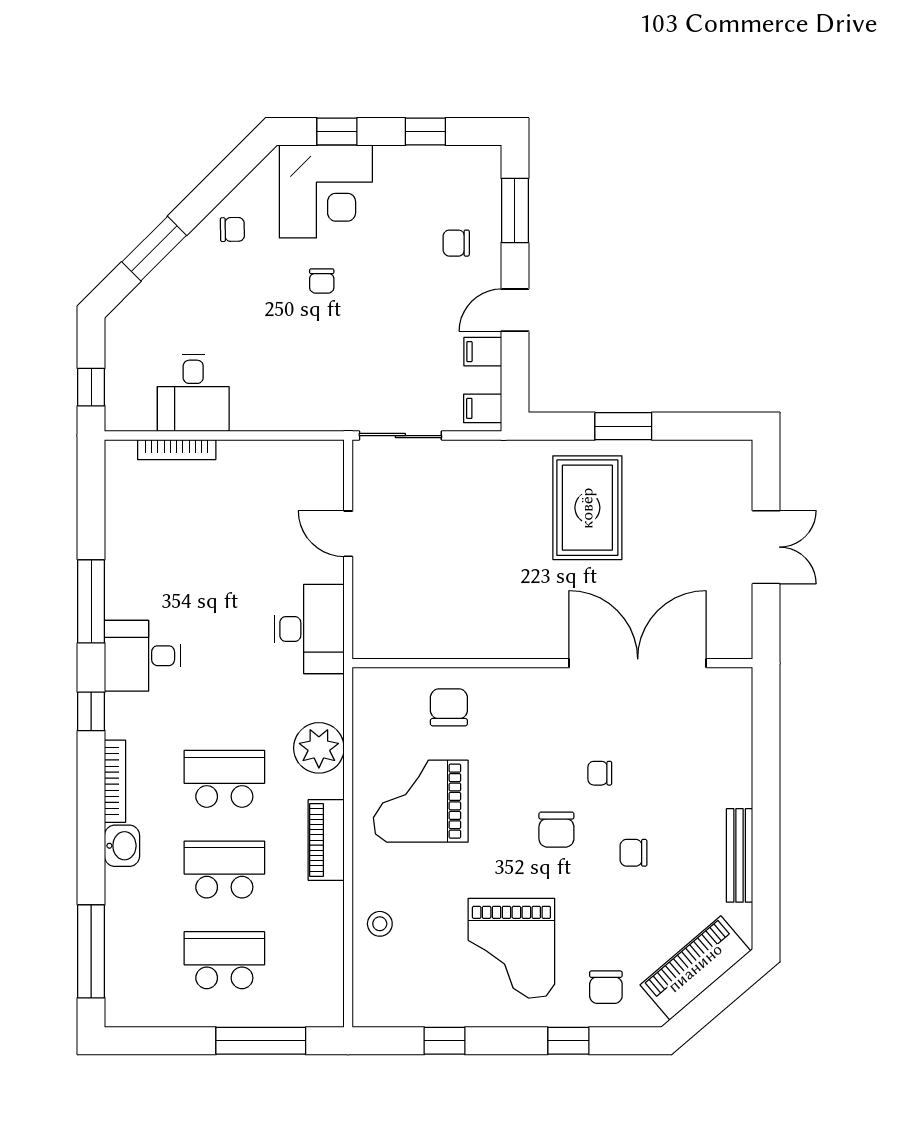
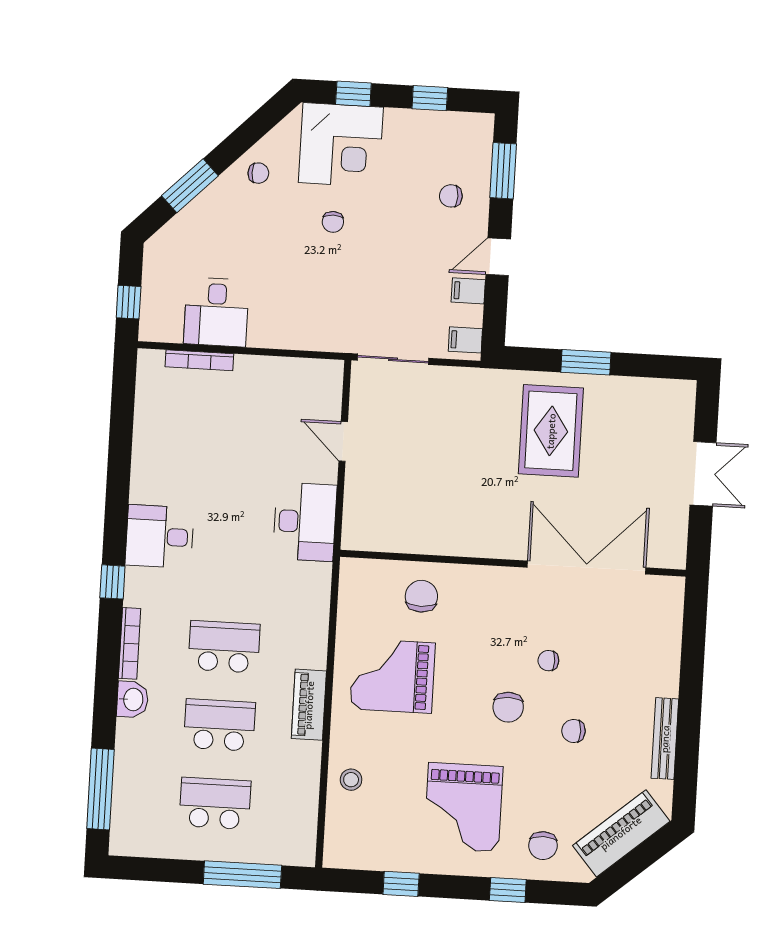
window: (91, 601) -> (118, 487), removed
plant: (319, 748) -> (307, 625), removed

